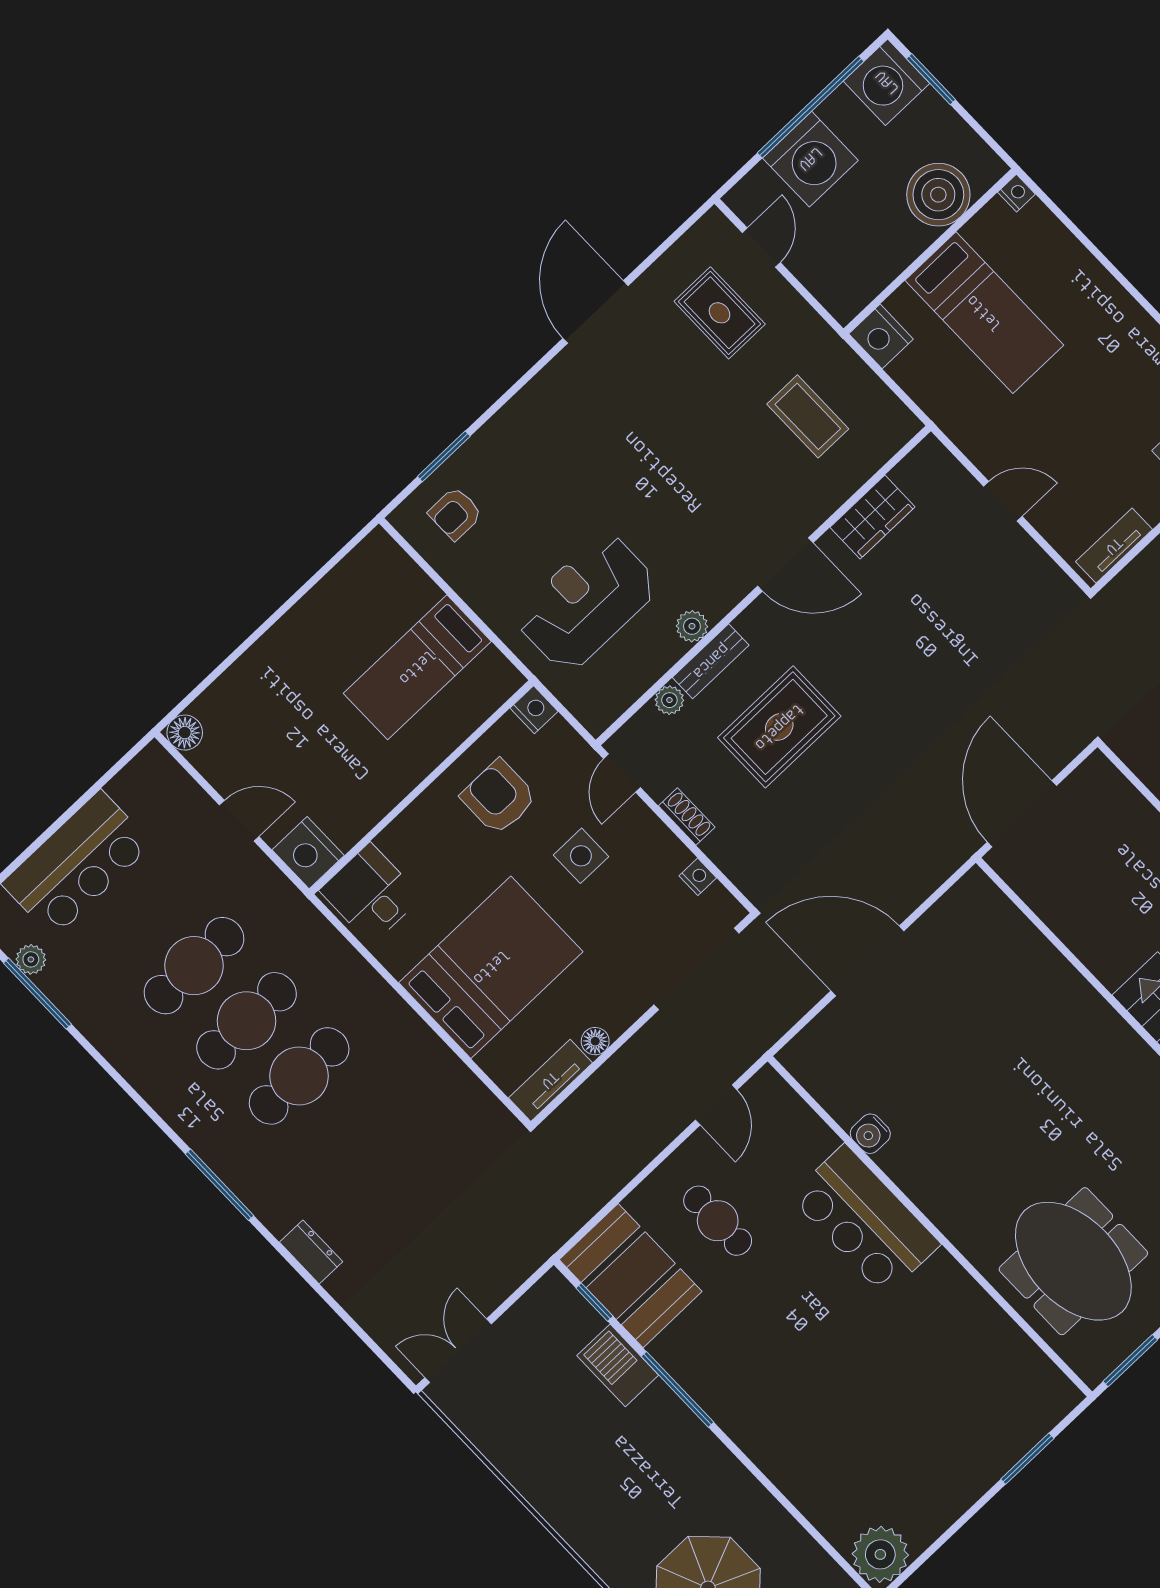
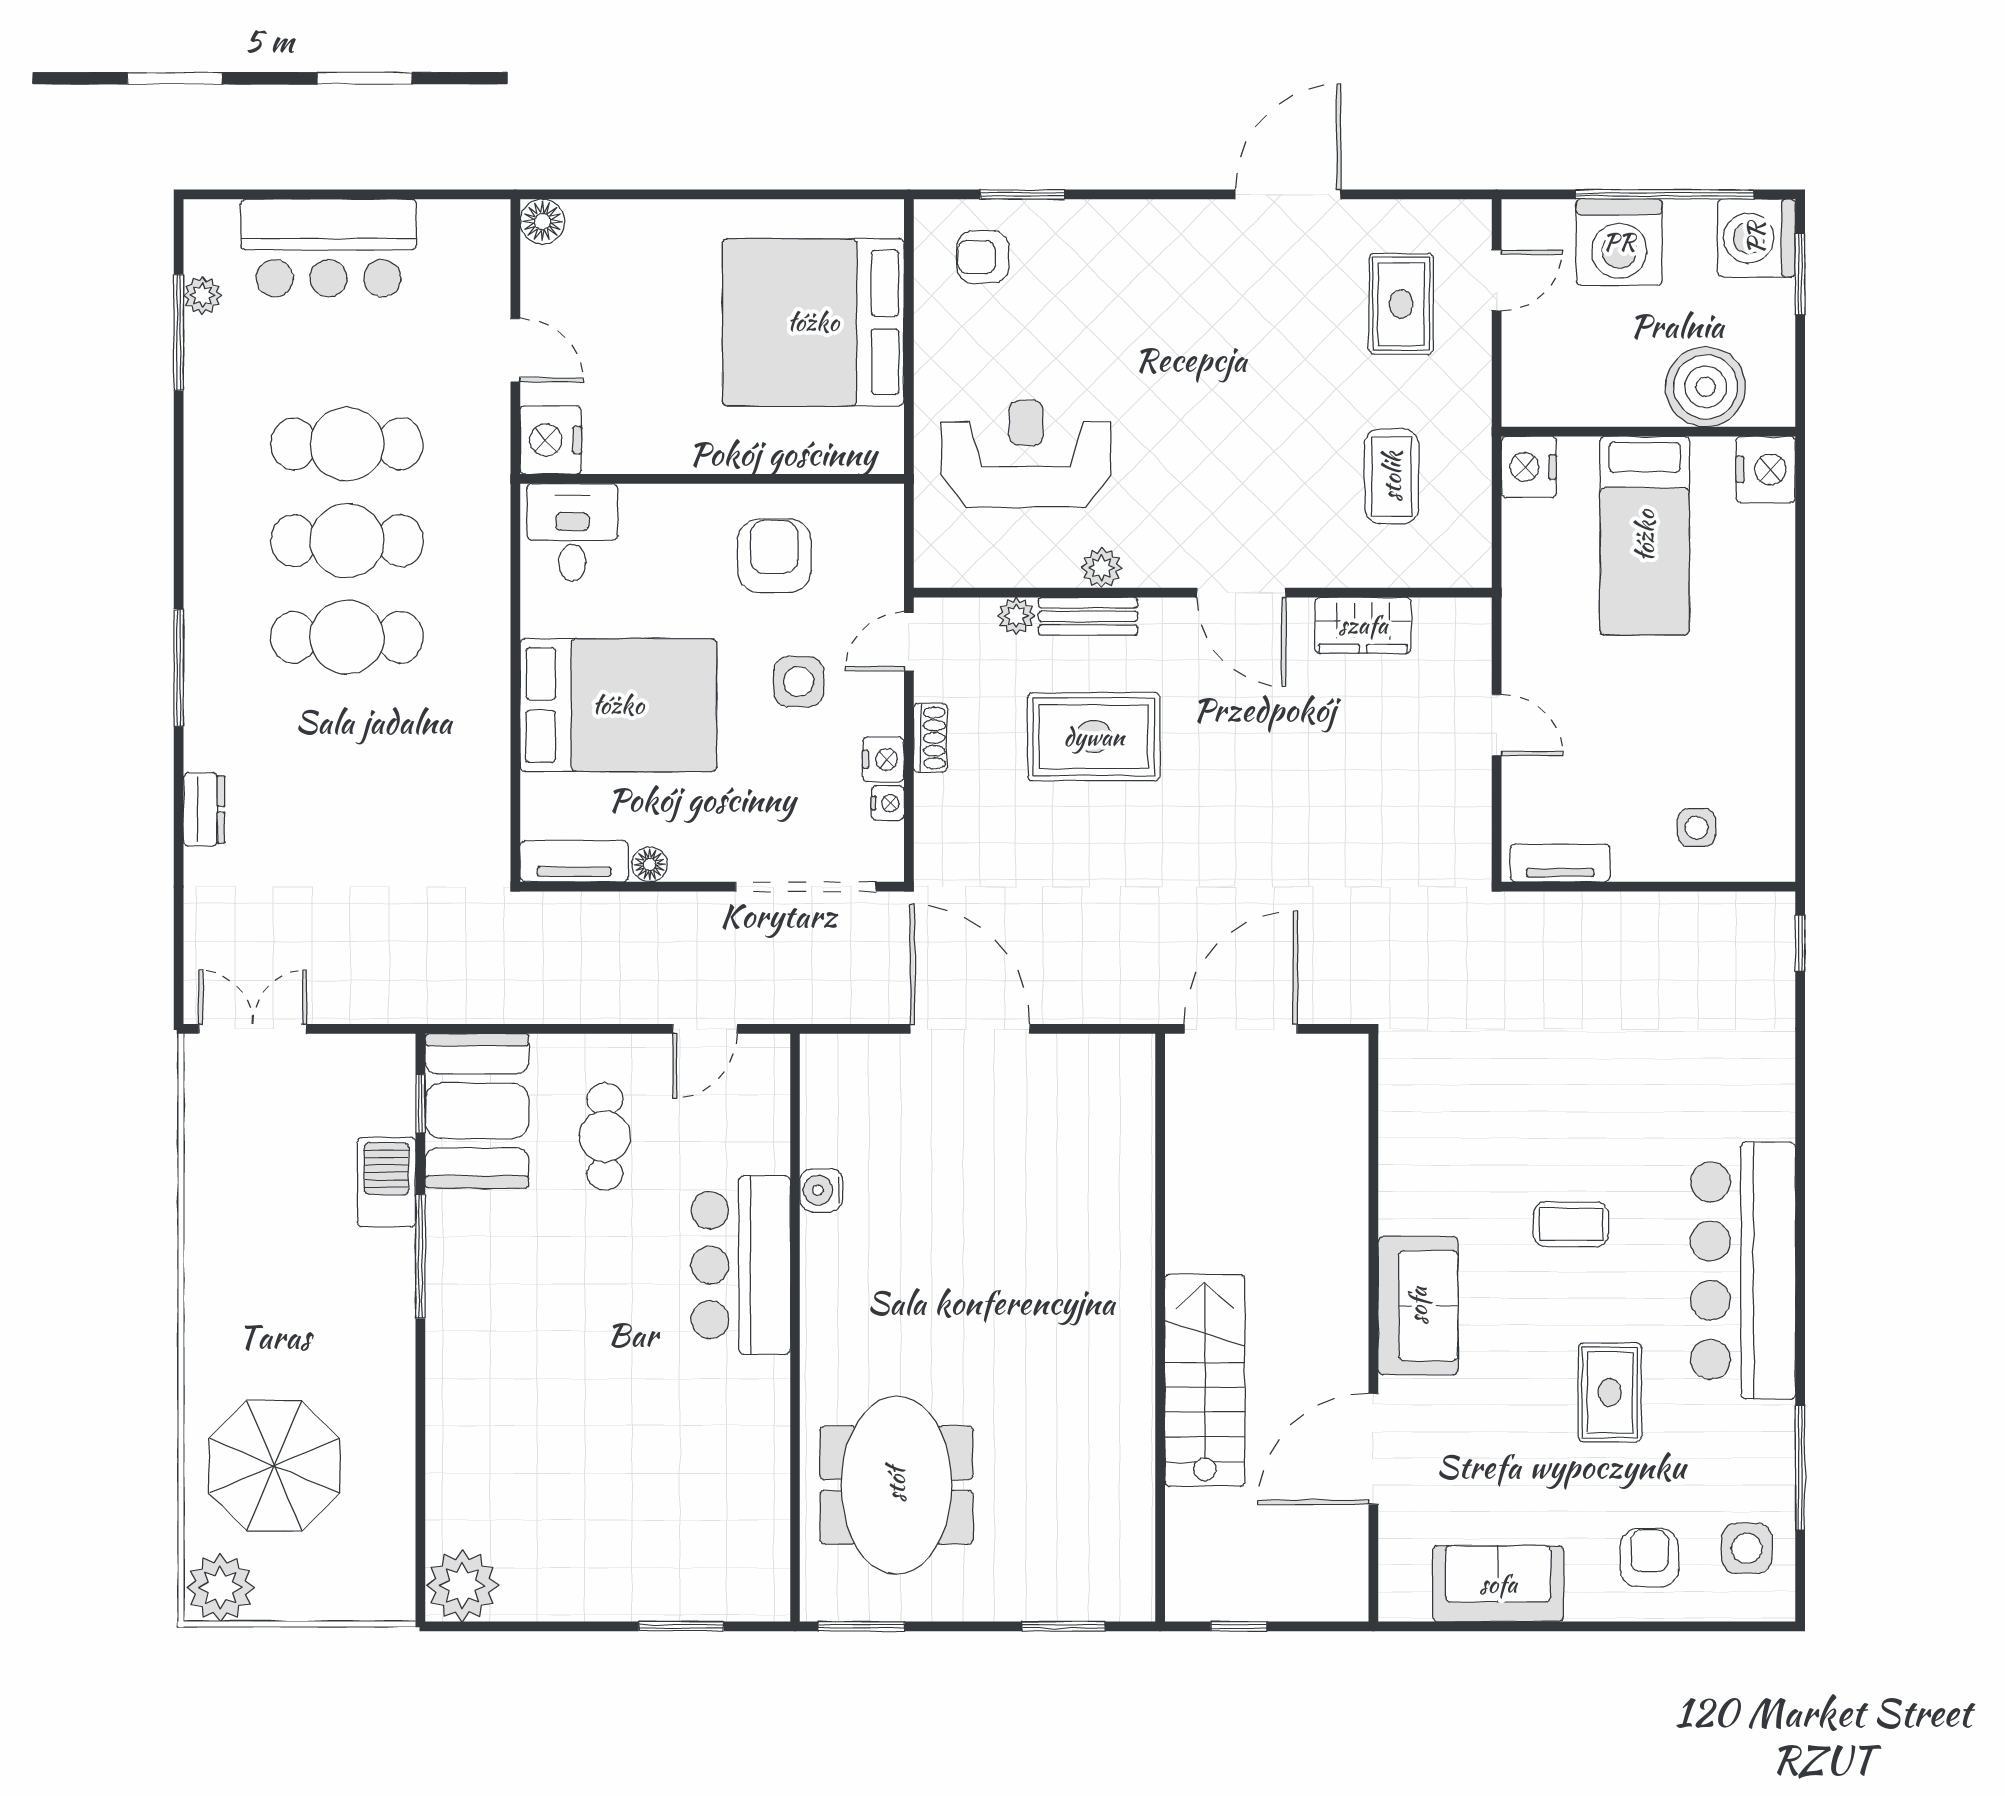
nightstand: (1016, 193) -> (1766, 469), width x1.89, depth x1.79
bed: (417, 667) -> (813, 322), width x2.04
nightstand: (534, 710) -> (883, 759), moved

